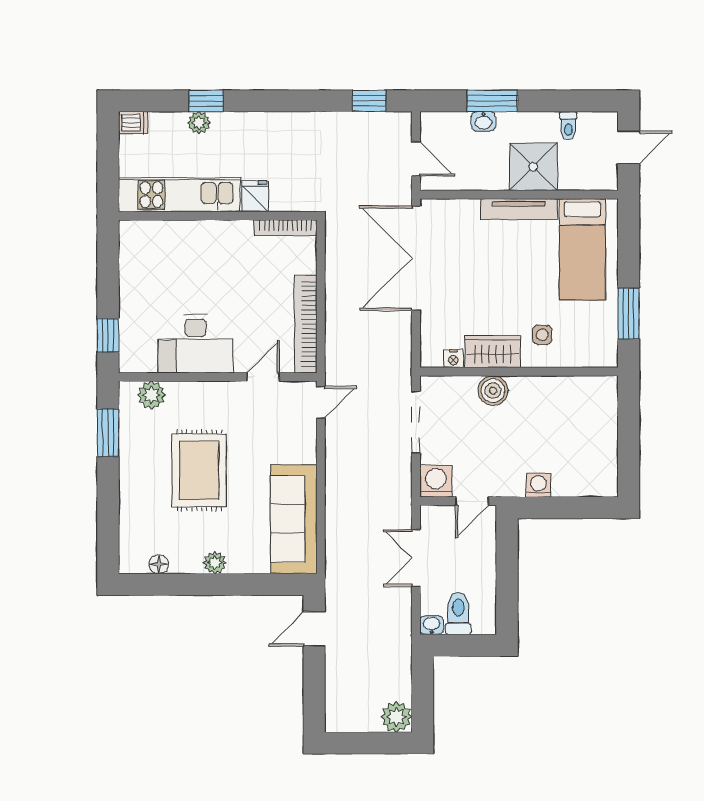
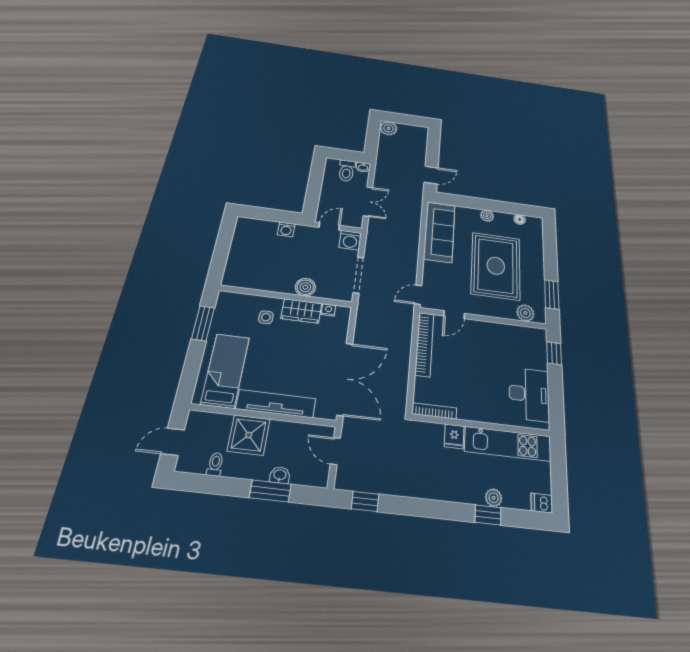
tv unit: (519, 209) -> (276, 404), width x1.36, depth x1.29
desk: (195, 344) -> (529, 394), moved, turned 90
rug: (199, 470) -> (496, 266), width x1.37, depth x1.44

